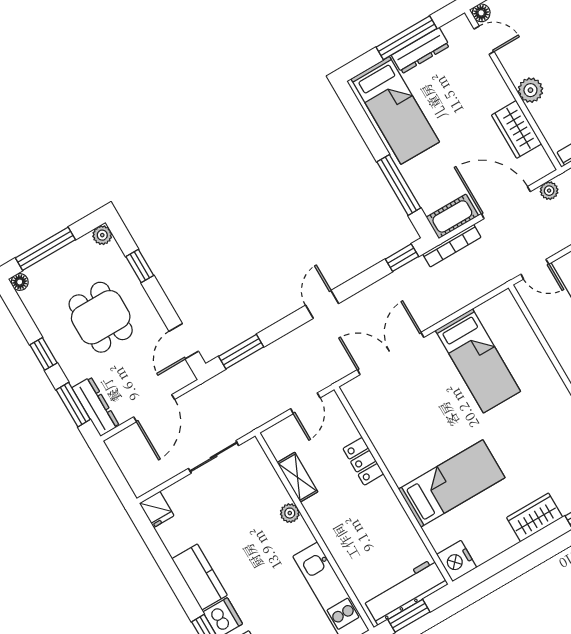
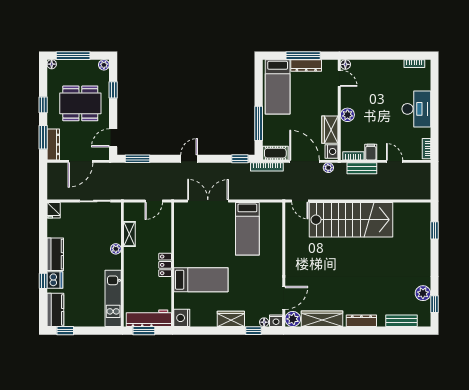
nightstand: (539, 162) -> (332, 151), added
dining table: (101, 317) -> (80, 103), width x1.38
locker: (363, 461) -> (165, 265), moved

